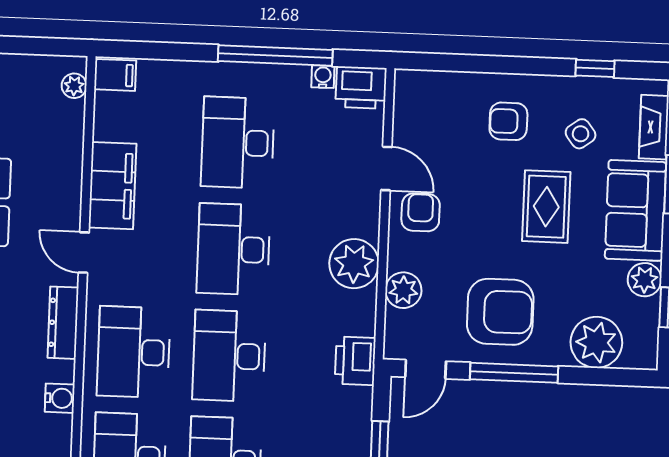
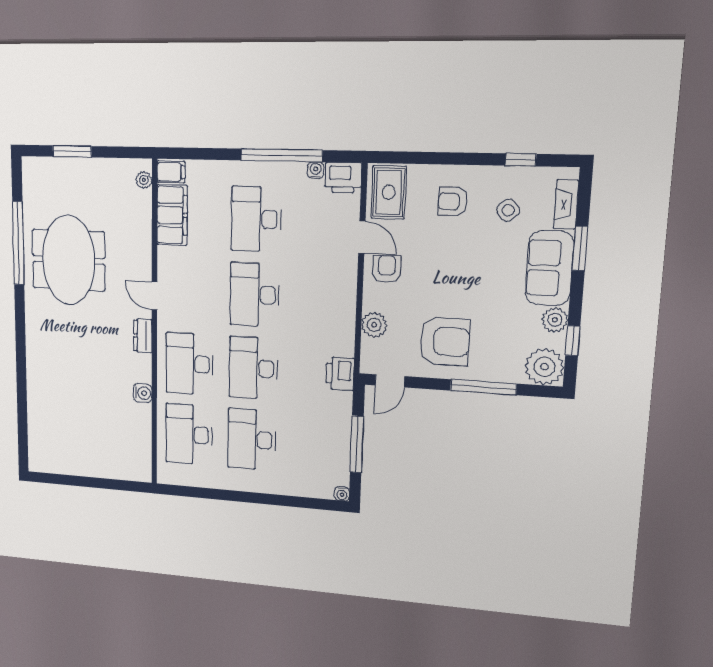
filing cabinet: (113, 186) -> (172, 215), moved
rug: (546, 207) -> (389, 192), moved
plant: (354, 264) -> (339, 306), removed
dresser: (63, 323) -> (143, 336), width x0.70
plant: (596, 342) -> (544, 367), moved
window: (514, 373) -> (483, 387), moved

